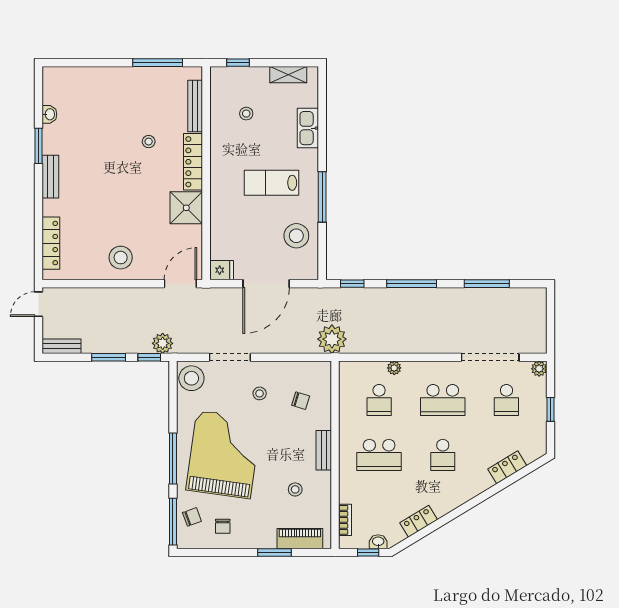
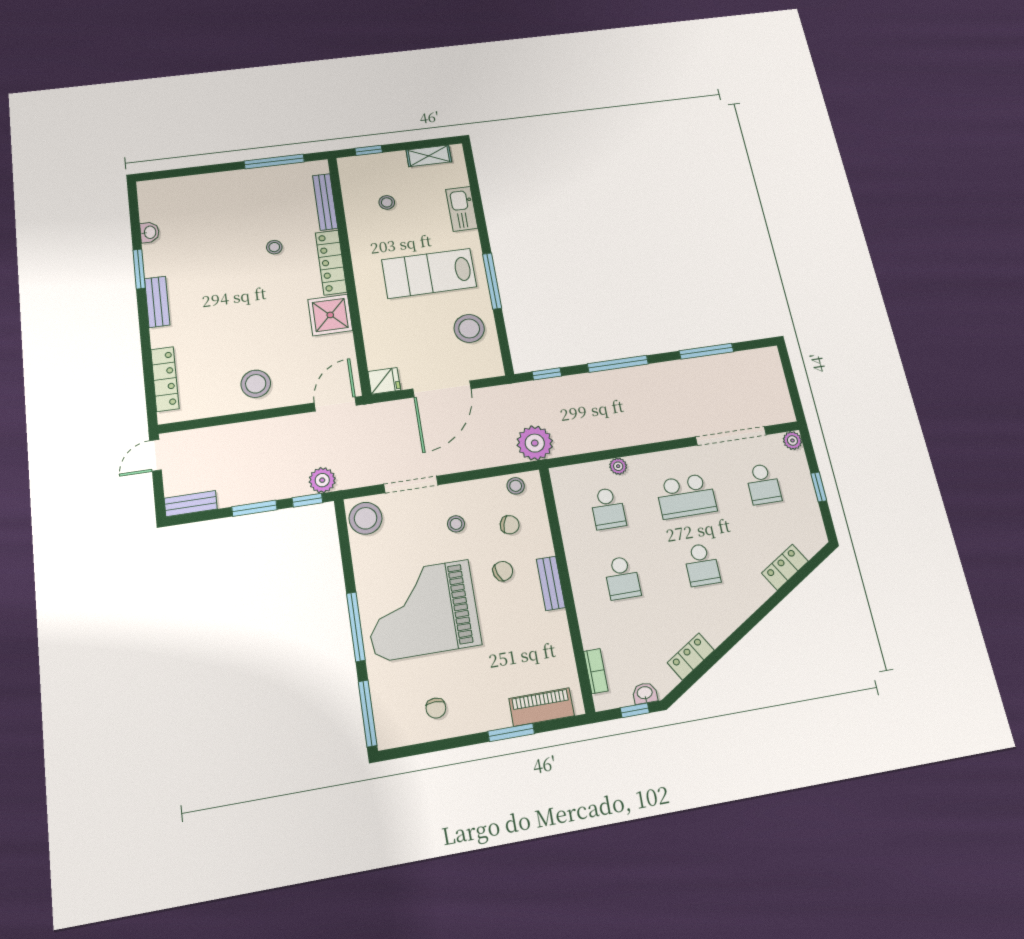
lab bench: (272, 183) -> (429, 273), width x1.36, depth x1.39
grand piano: (224, 454) -> (422, 610), turned -98
school desk: (379, 455) -> (622, 578), width x0.54
stool: (295, 489) -> (516, 486), moved
chair: (192, 517) -> (503, 571), moved

